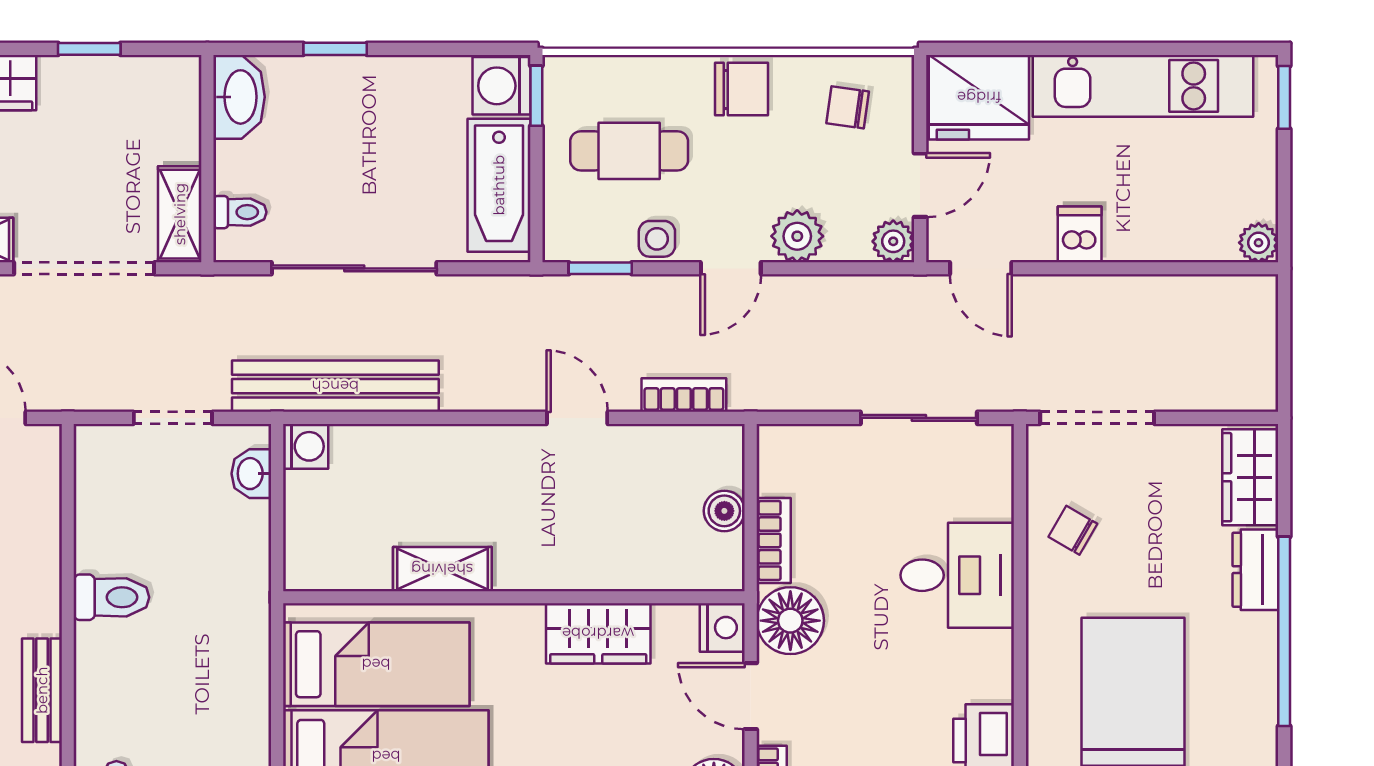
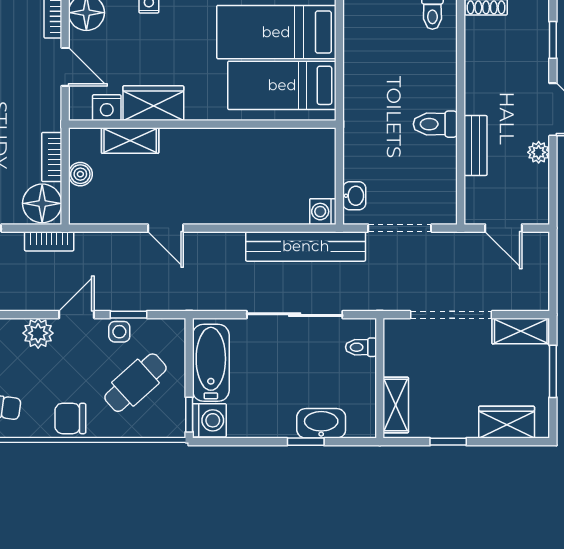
washbasin: (239, 97) -> (321, 423), moved, turned 90
cafe table: (629, 151) -> (135, 383), turned -42
shelving: (180, 214) -> (396, 405), moved
window: (600, 268) -> (129, 315), moved
bookcase: (684, 395) -> (49, 241), moved
doorway: (173, 418) -> (400, 228), width x1.38
shelving: (442, 569) -> (130, 140), moved
floor lamp: (790, 621) -> (42, 203), moved
nightstand: (722, 628) -> (107, 108), moved, turned -90
bench: (42, 690) -> (475, 146), moved

